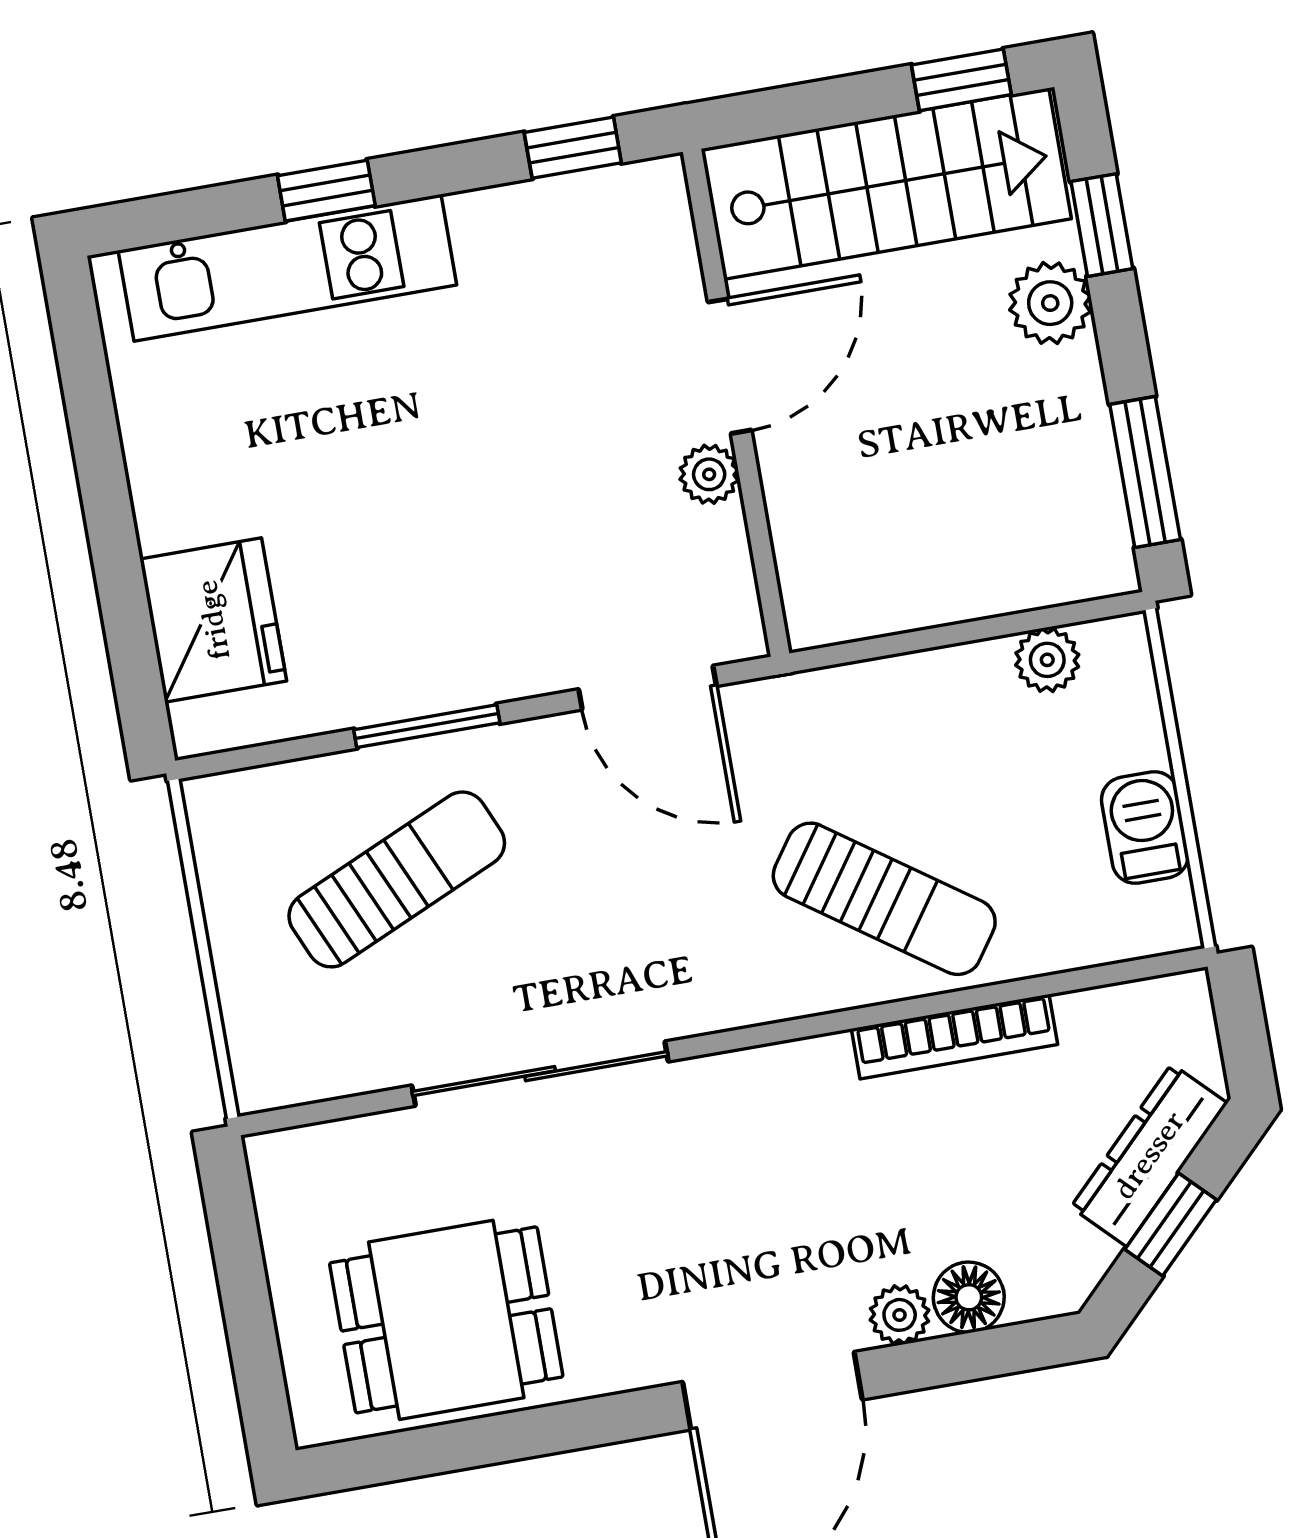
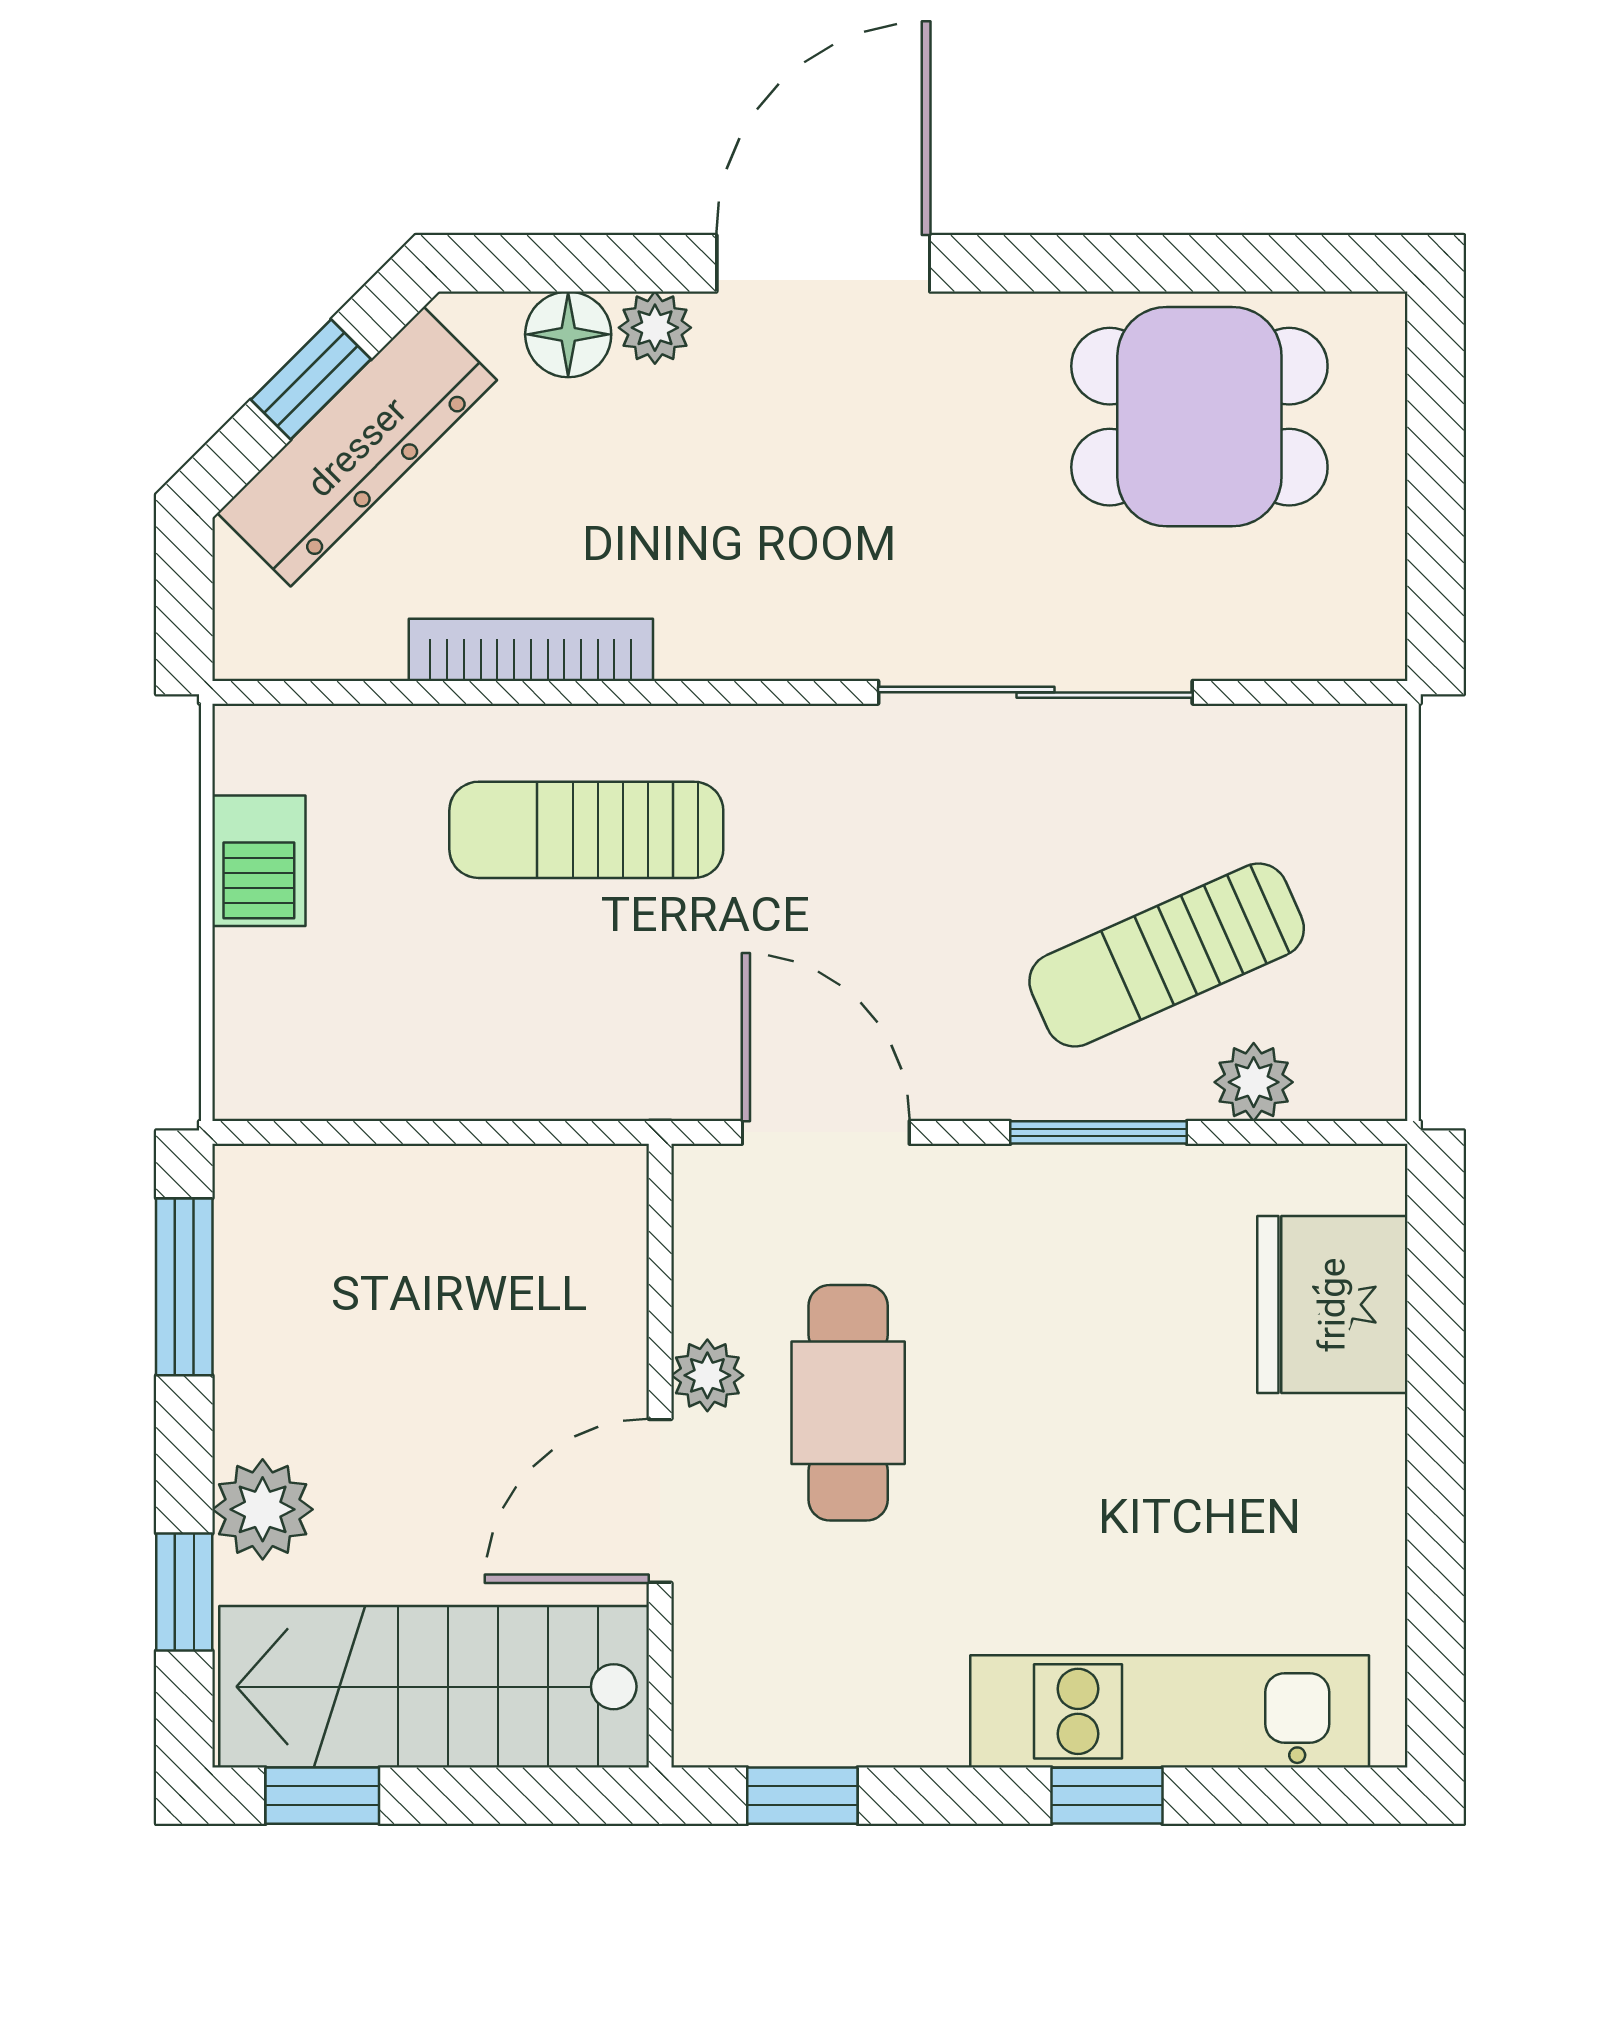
cafe table: (591, 472) -> (848, 1403), added
plant: (1047, 660) -> (1254, 1082), moved
sun lounger: (884, 899) -> (586, 830), turned -35
dresser: (1149, 1155) -> (357, 447), width x1.37, depth x1.24

